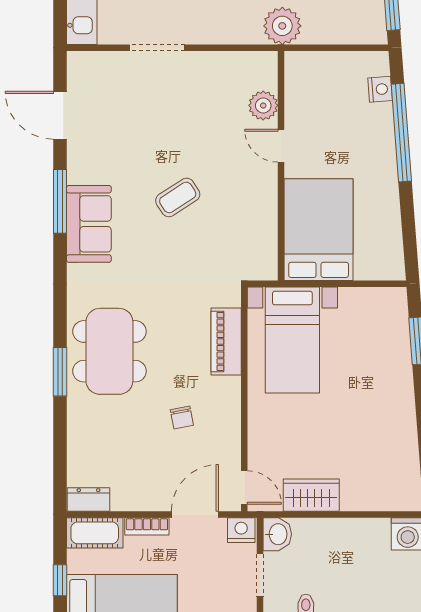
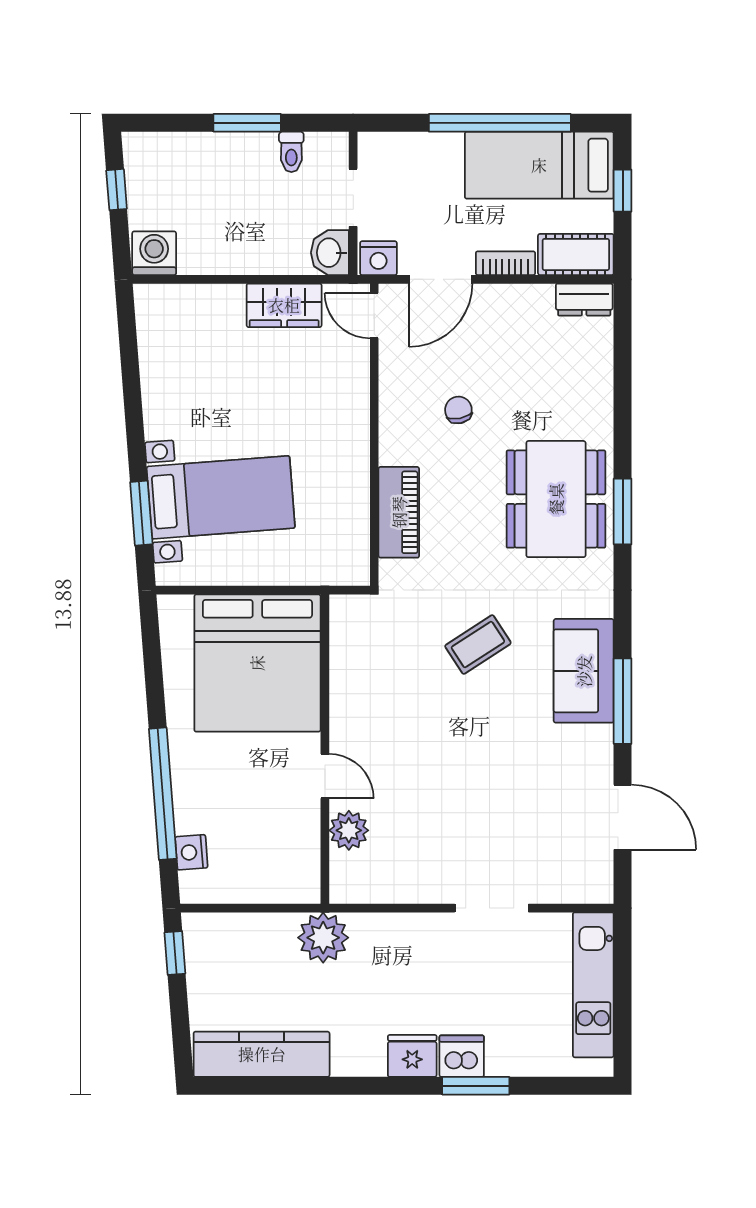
coffee table: (178, 197) -> (478, 645), moved
bed: (319, 230) -> (257, 663), width x1.36
bed with nightstands: (292, 340) -> (221, 497), moved, turned 86
window: (60, 372) -> (623, 511), moved

